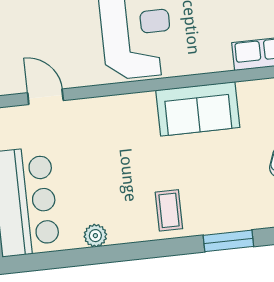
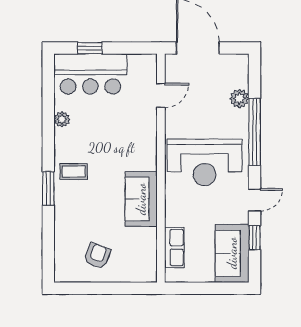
window: (228, 241) -> (48, 189), moved

